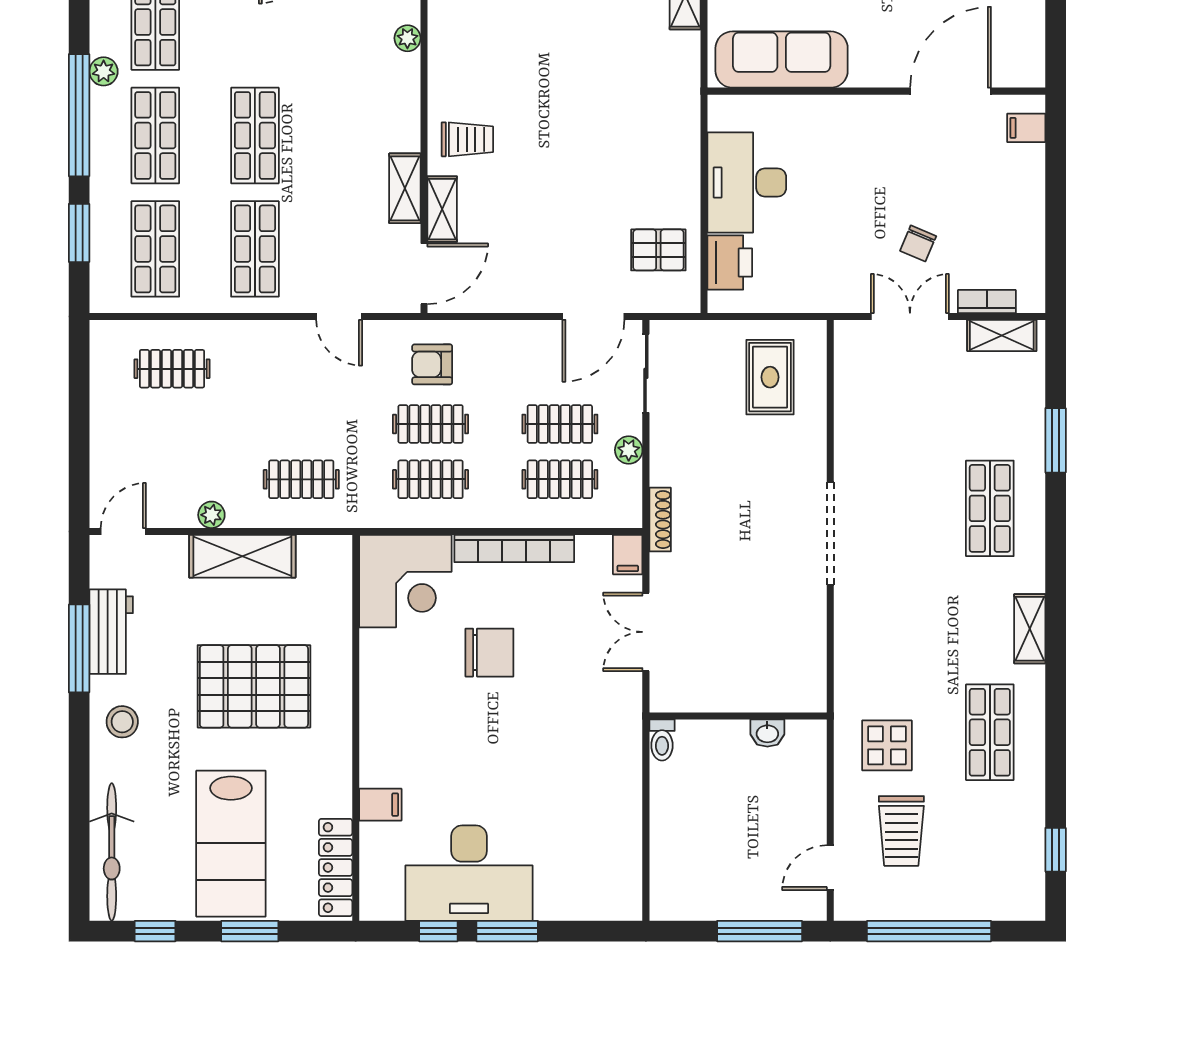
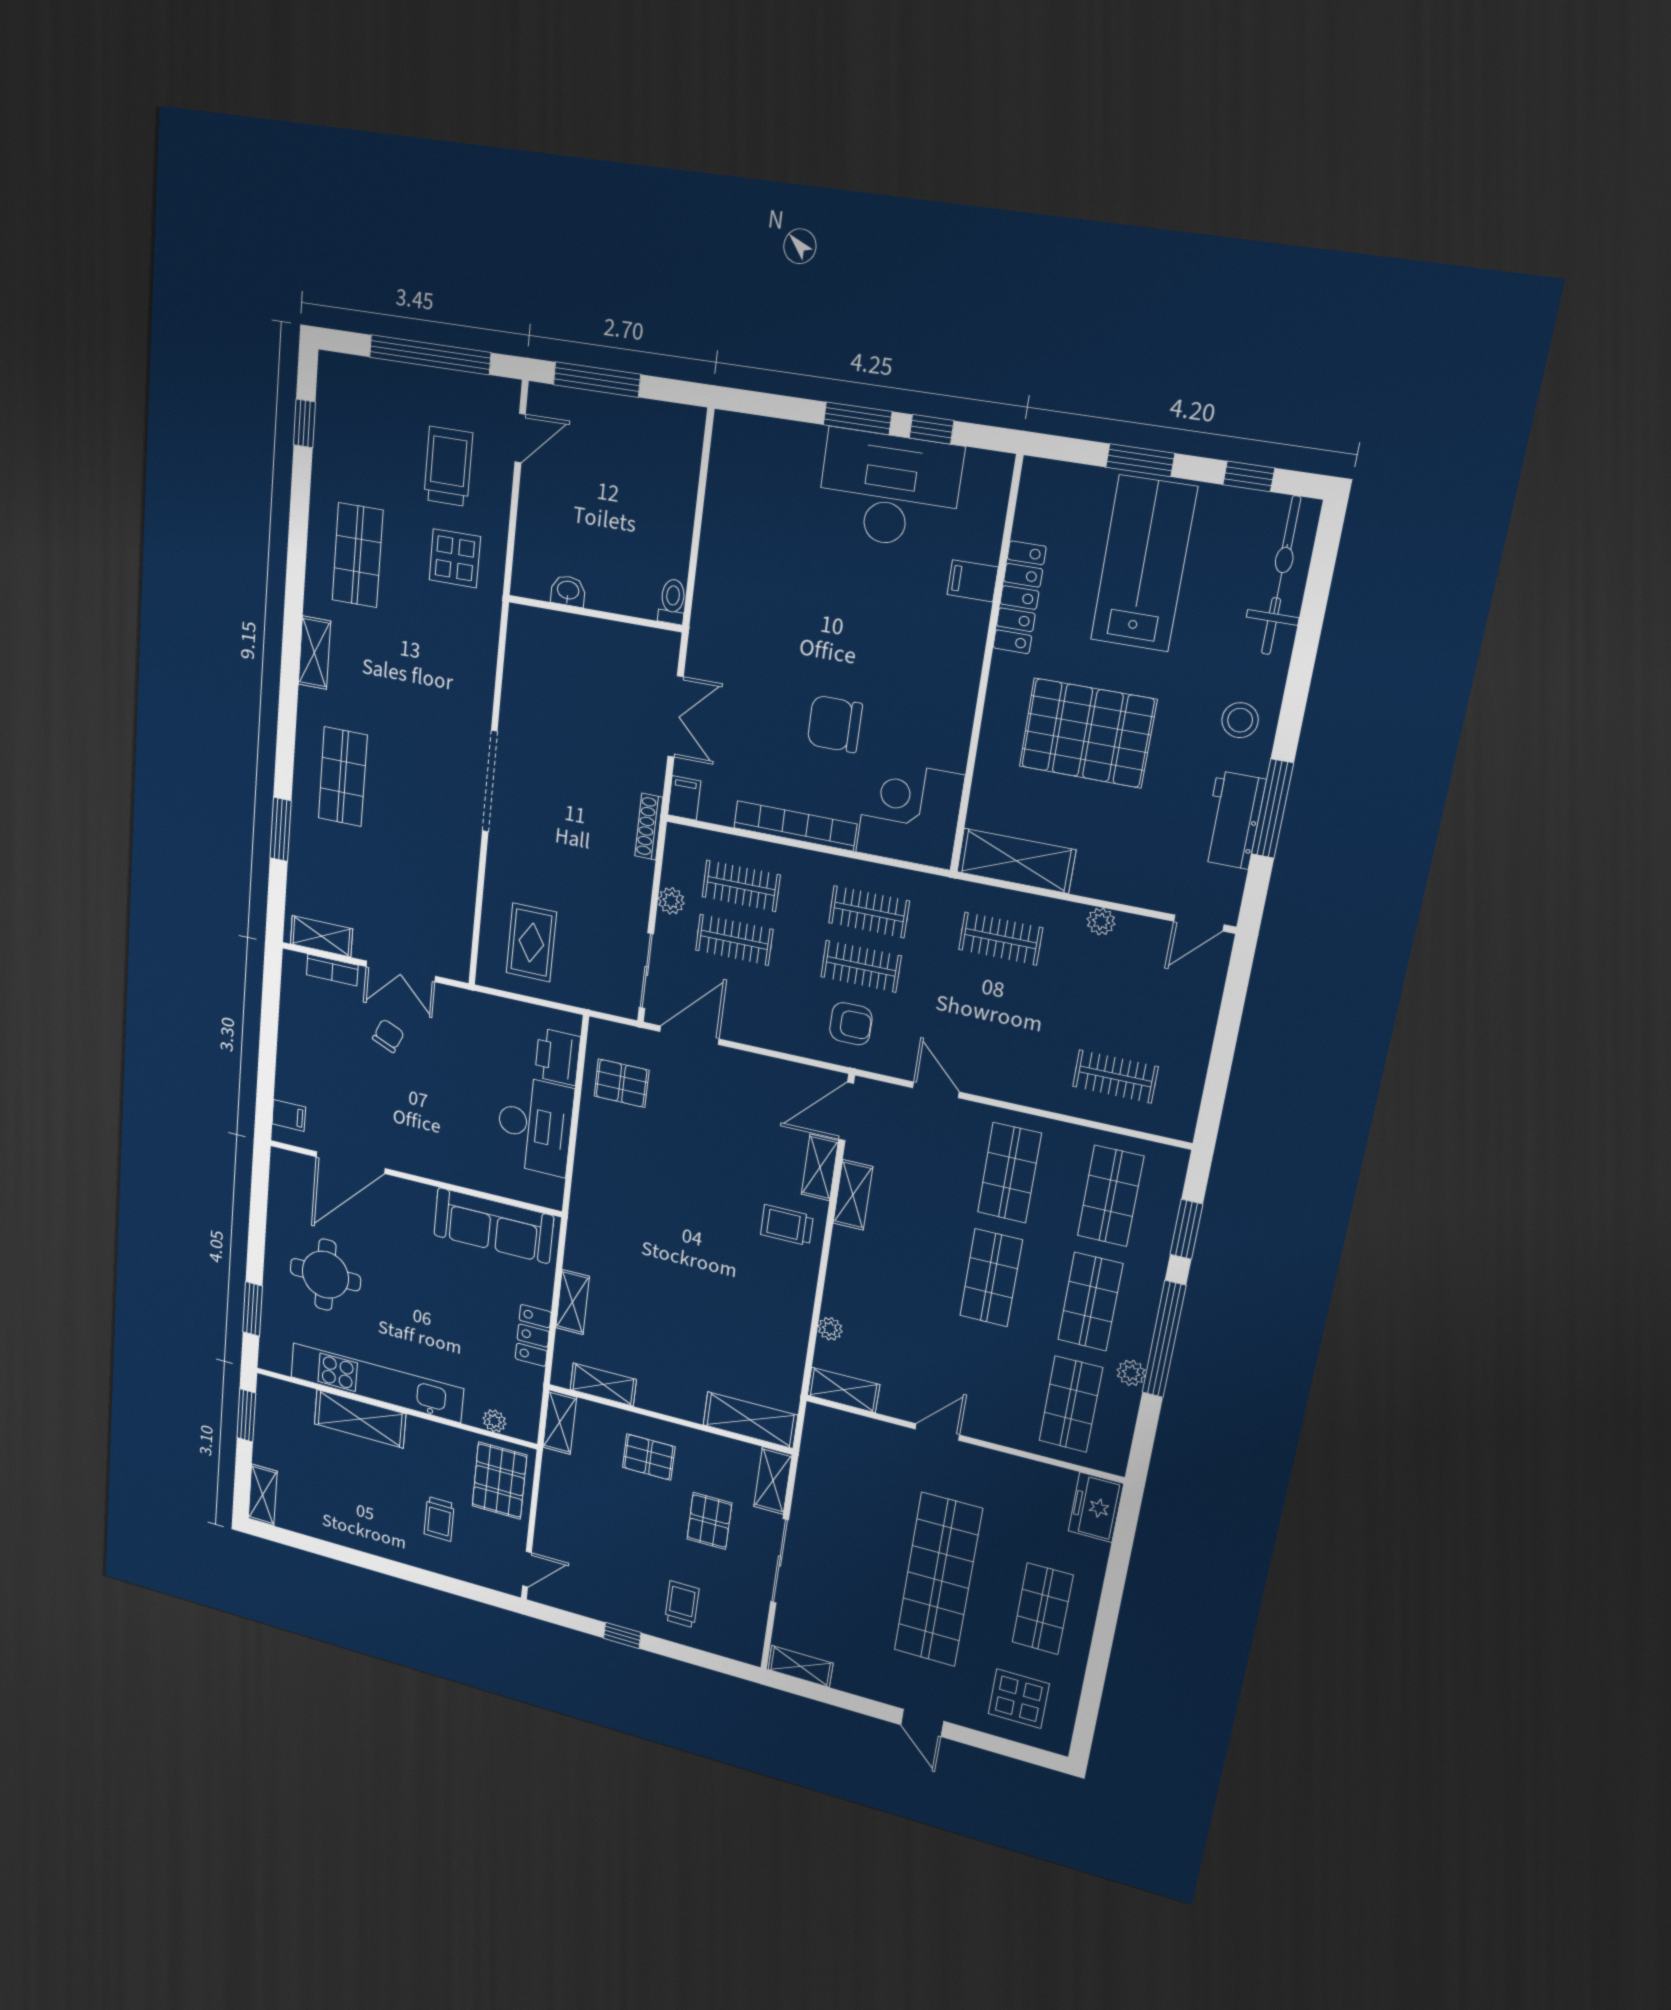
shelving: (242, 556) -> (1016, 861), moved
locker: (336, 867) -> (1019, 598), moved

